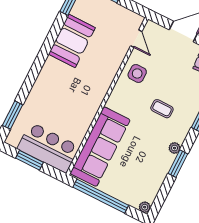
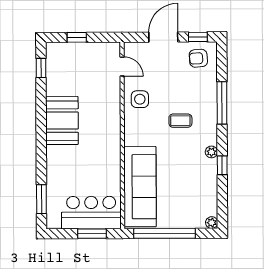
booth: (72, 41) -> (62, 121), moved
window: (30, 160) -> (92, 234), moved
window: (178, 164) -> (222, 165), width x0.67

